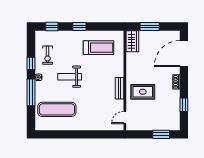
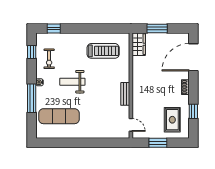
window: (79, 26) -> (83, 28), removed
window: (31, 63) -> (32, 52), moved
rug: (143, 92) -> (172, 120), moved, turned 90
door: (125, 118) -> (131, 125), swing flipped
window: (161, 134) -> (158, 143), moved

